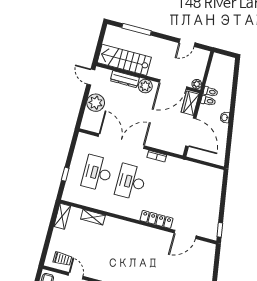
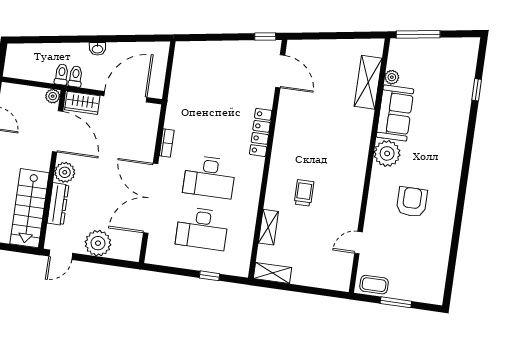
door: (185, 234) -> (280, 71), moved
trolley: (62, 259) -> (304, 193), moved

